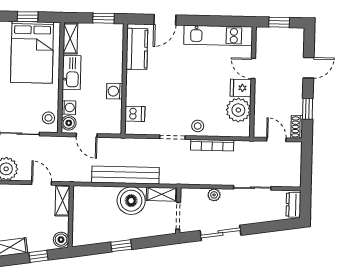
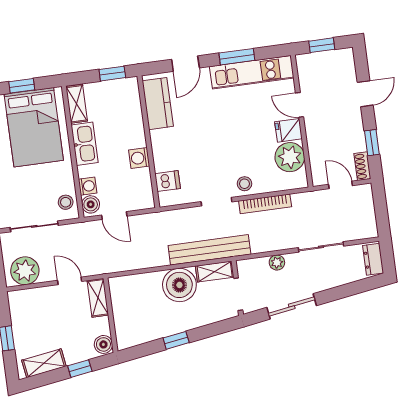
window: (208, 21) -> (237, 57), added
bench: (125, 175) -> (209, 250), moved

